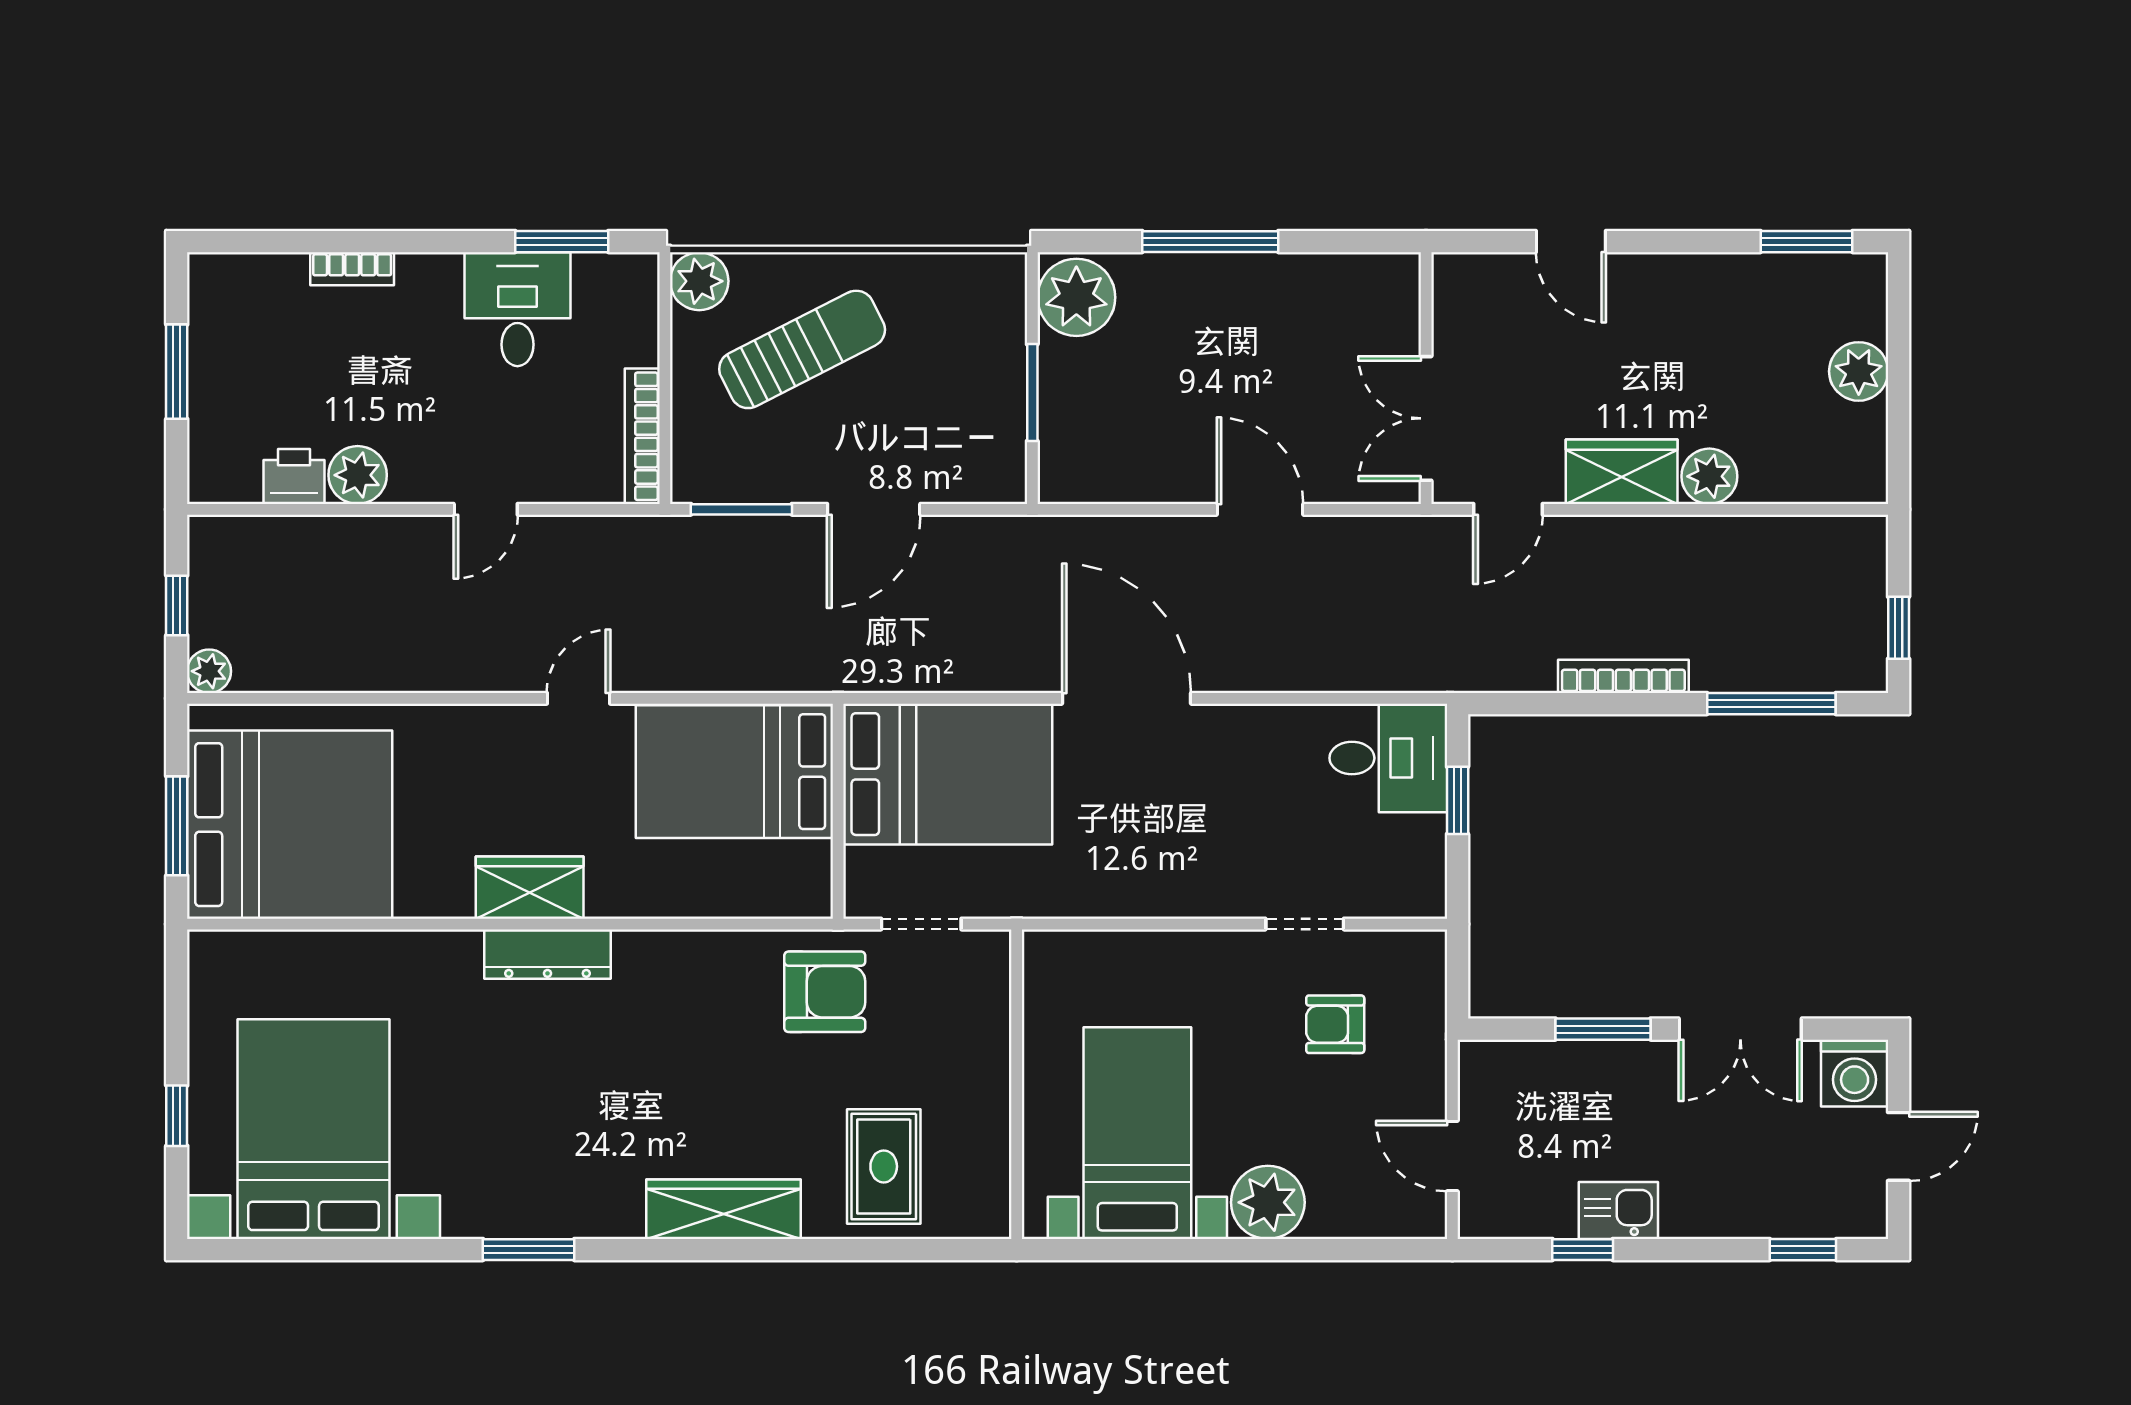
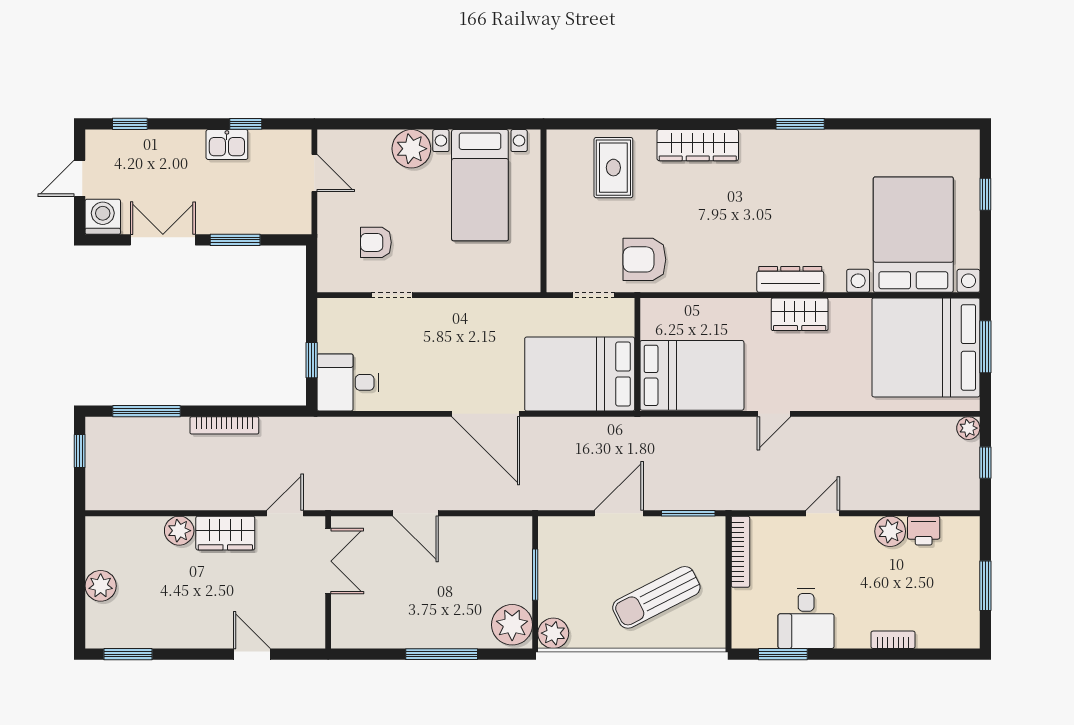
plant: (699, 281) -> (553, 633), moved
armchair: (1335, 1024) -> (376, 242), turned 180
bed with nightstands: (314, 1129) -> (913, 235), moved, turned 180

